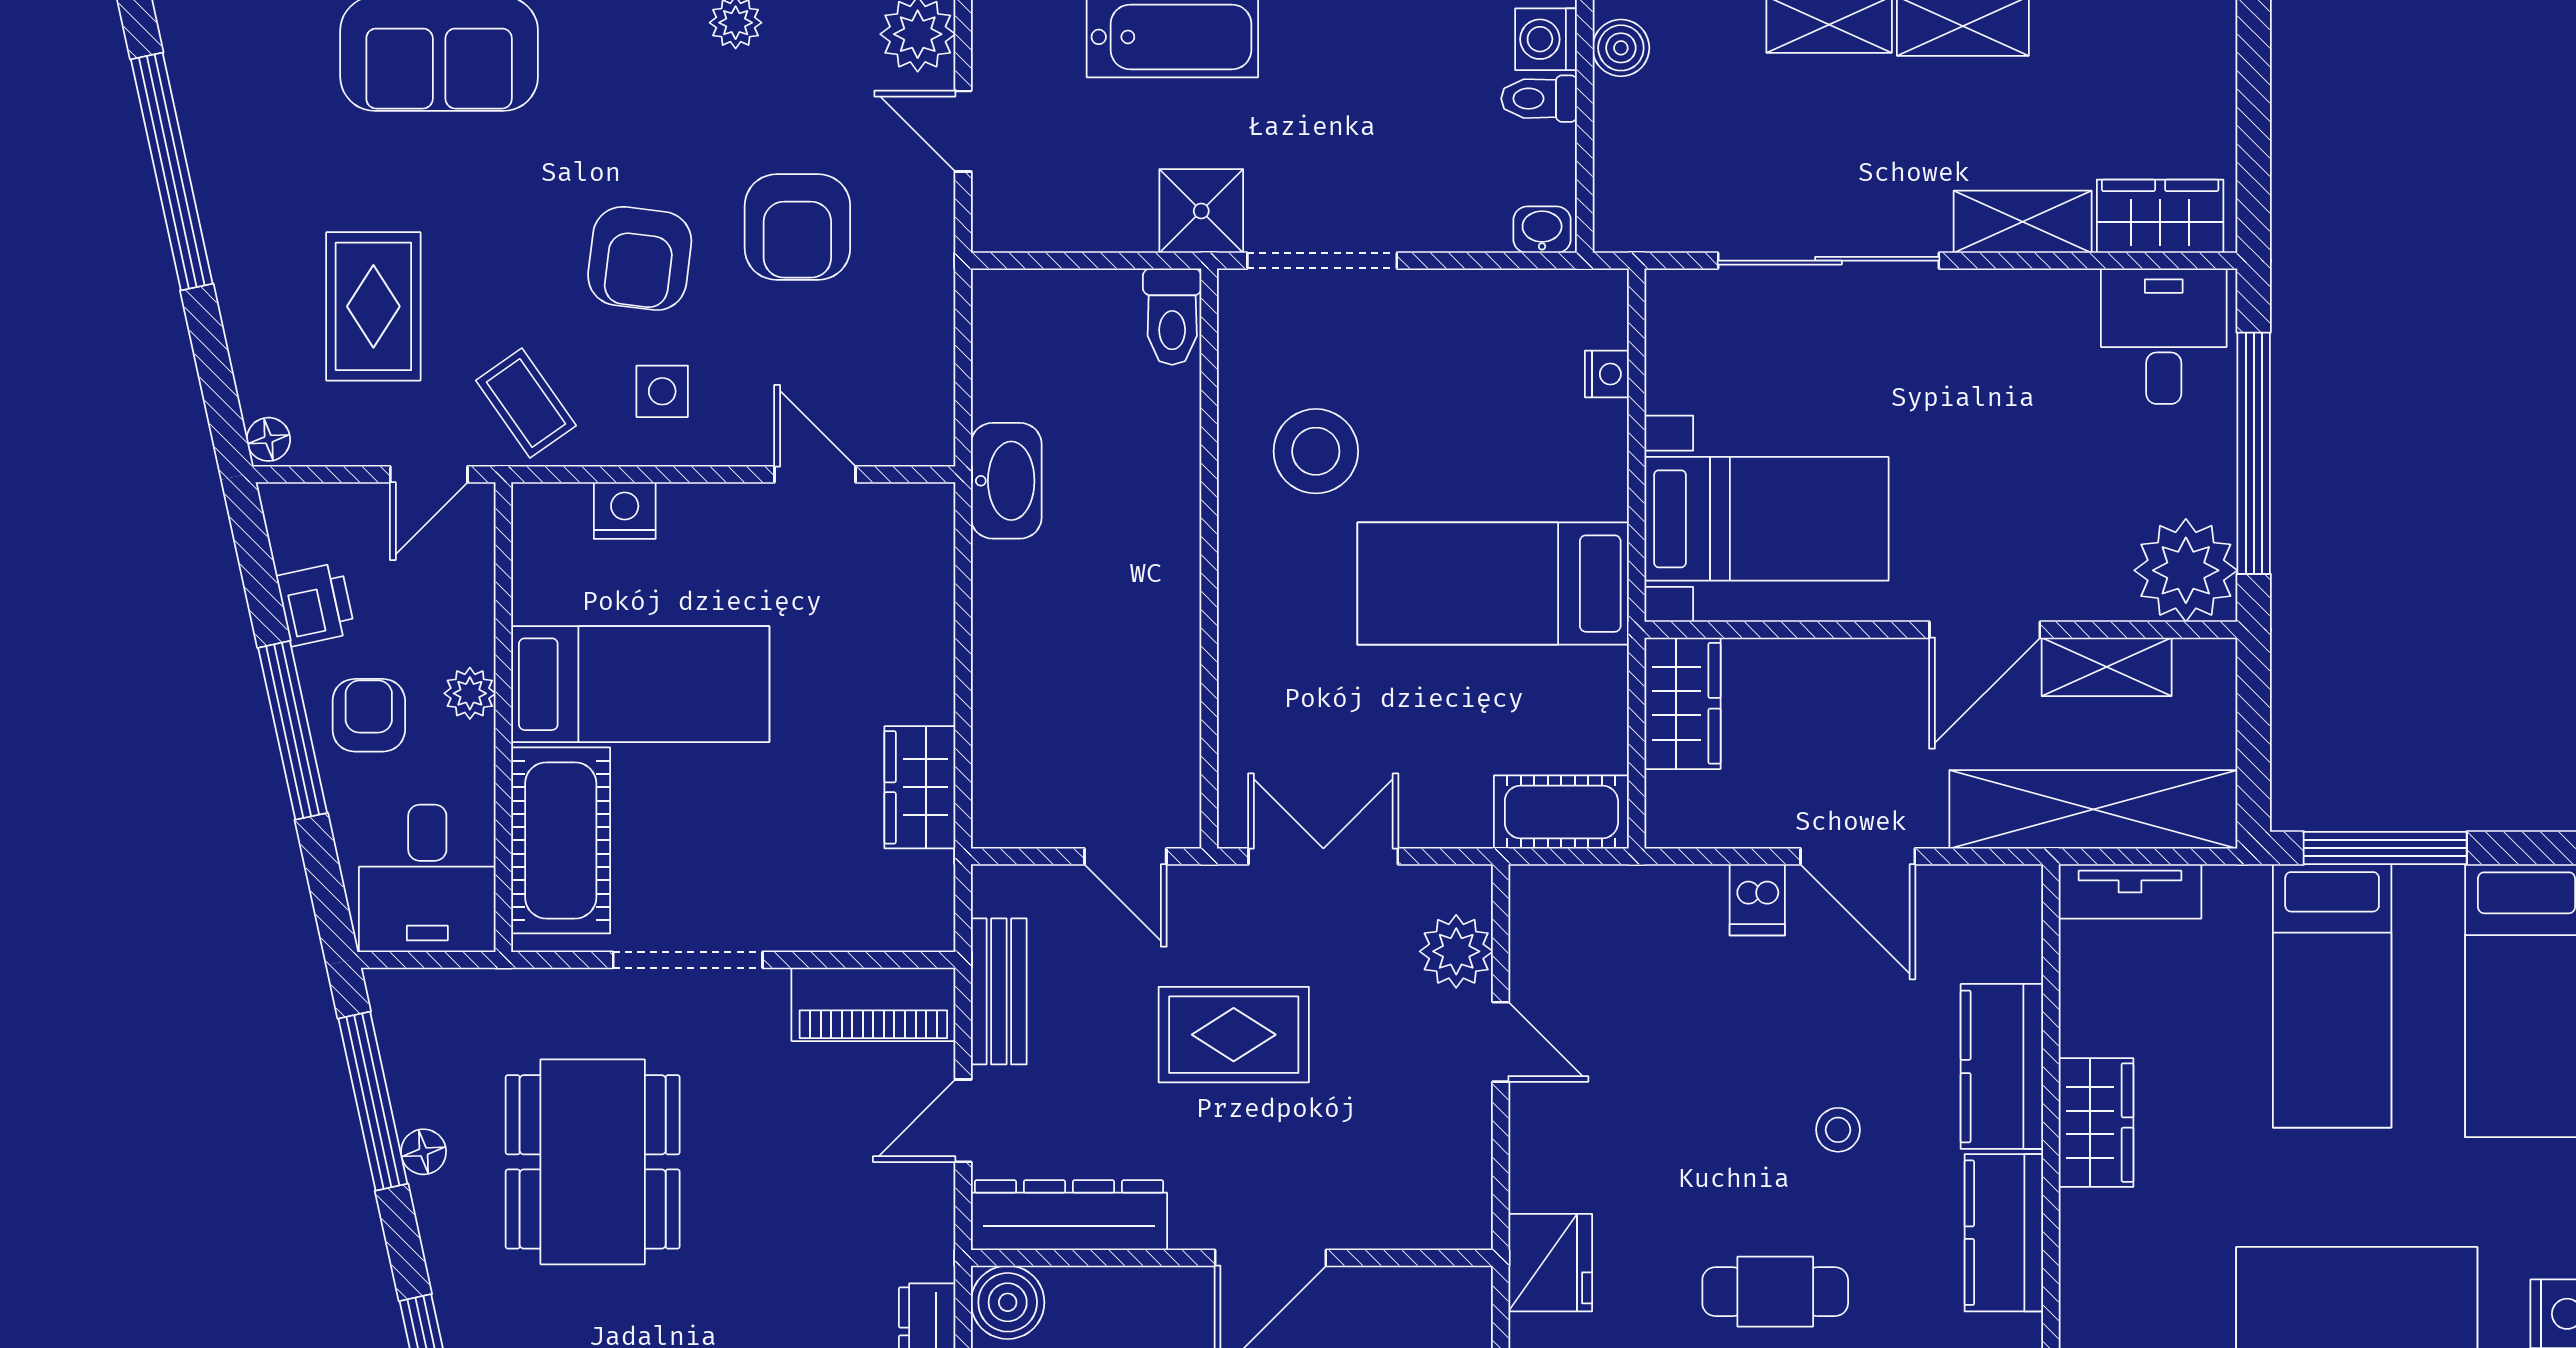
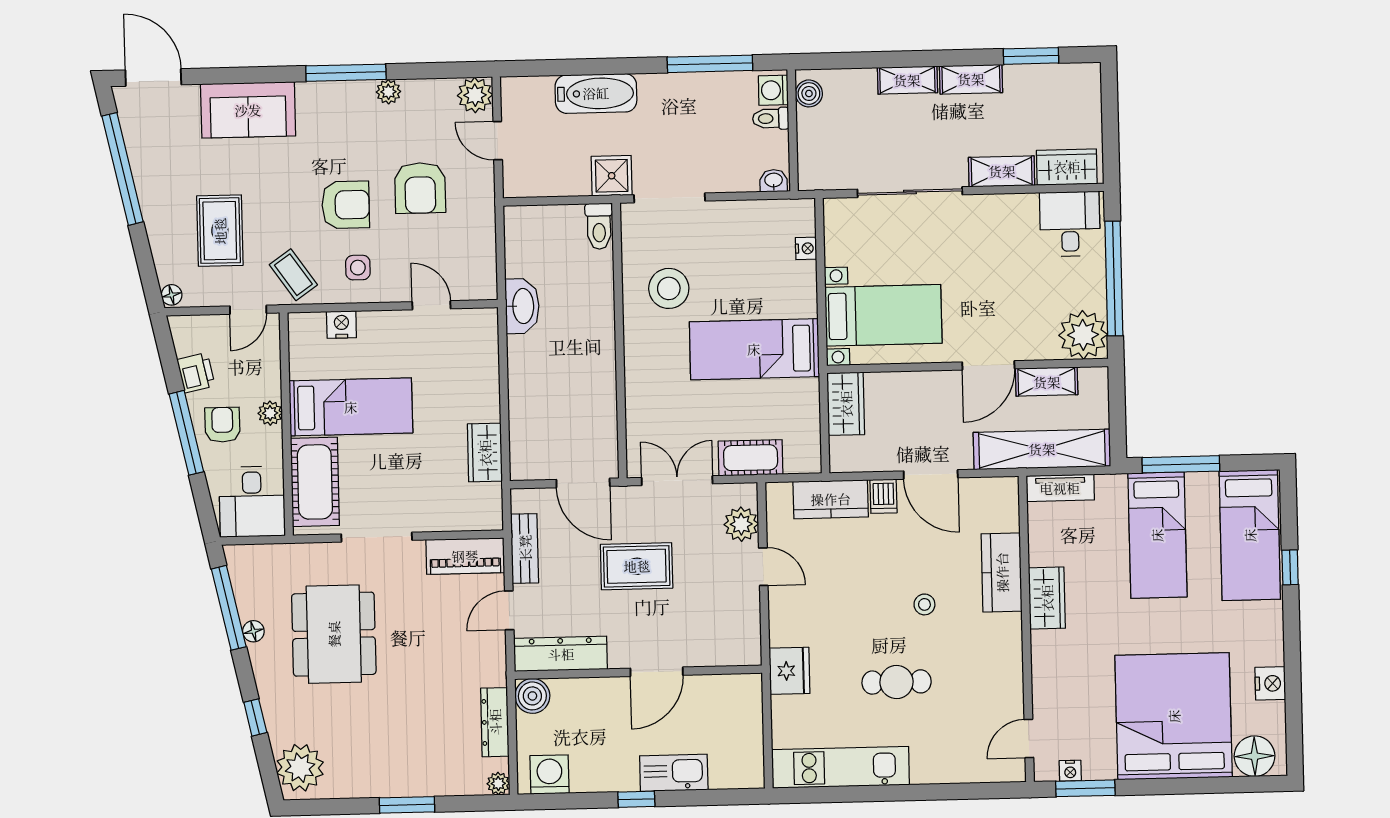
armchair: (640, 258) -> (346, 205), turned -97
cot: (1561, 812) -> (751, 458), moved
door: (1125, 856) -> (583, 483), width x1.38
kitchen counter: (2004, 1233) -> (831, 499), moved, turned -90

